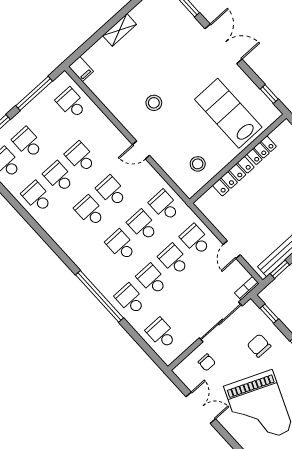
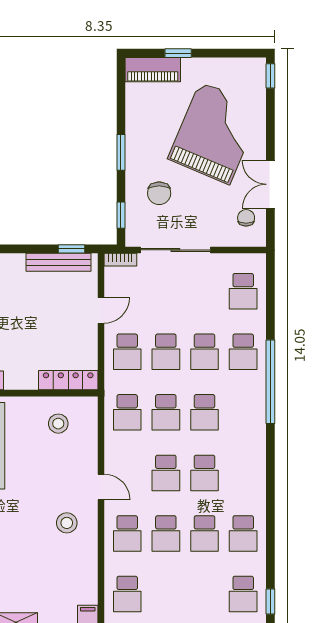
stool: (154, 103) -> (67, 523), moved
school desk: (28, 143) -> (127, 533), moved
locker: (233, 176) -> (68, 380), moved
chair: (207, 362) -> (246, 218), moved

